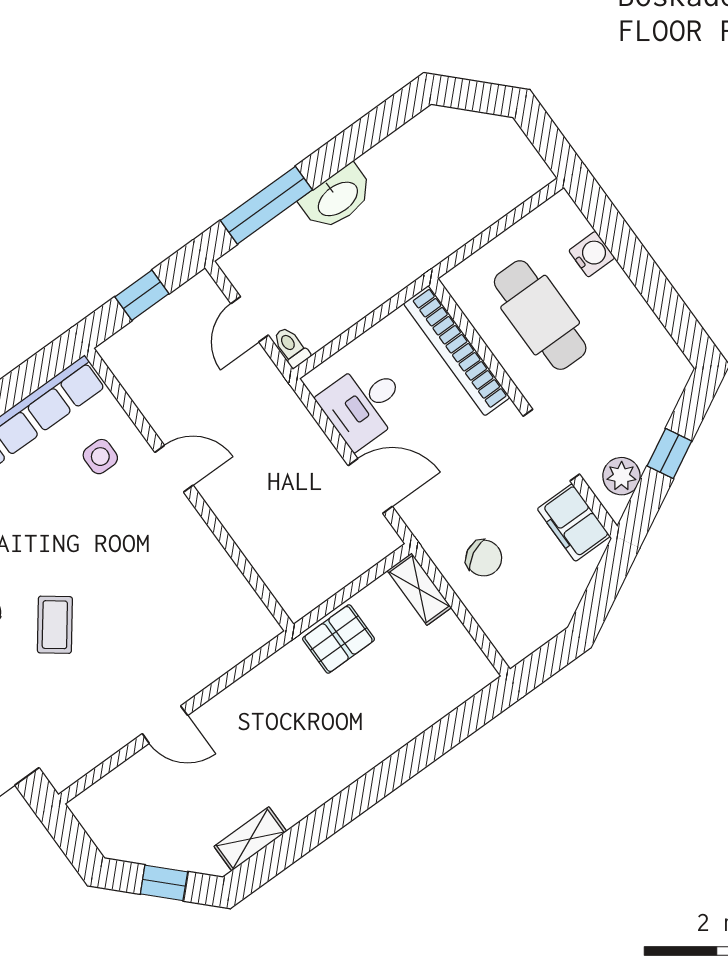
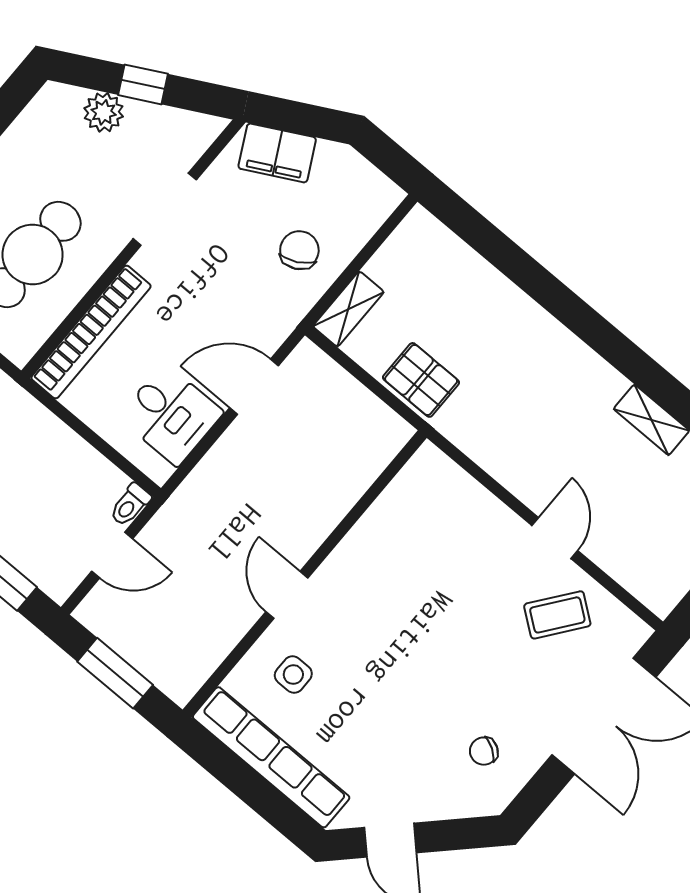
window: (142, 295) -> (115, 673), width x1.50
plant: (621, 476) -> (104, 112), moved
door: (370, 486) -> (254, 387), hinge flipped
filing cabinet: (574, 523) -> (277, 153), moved, turned 62
coffee table: (55, 625) -> (557, 615), moved

